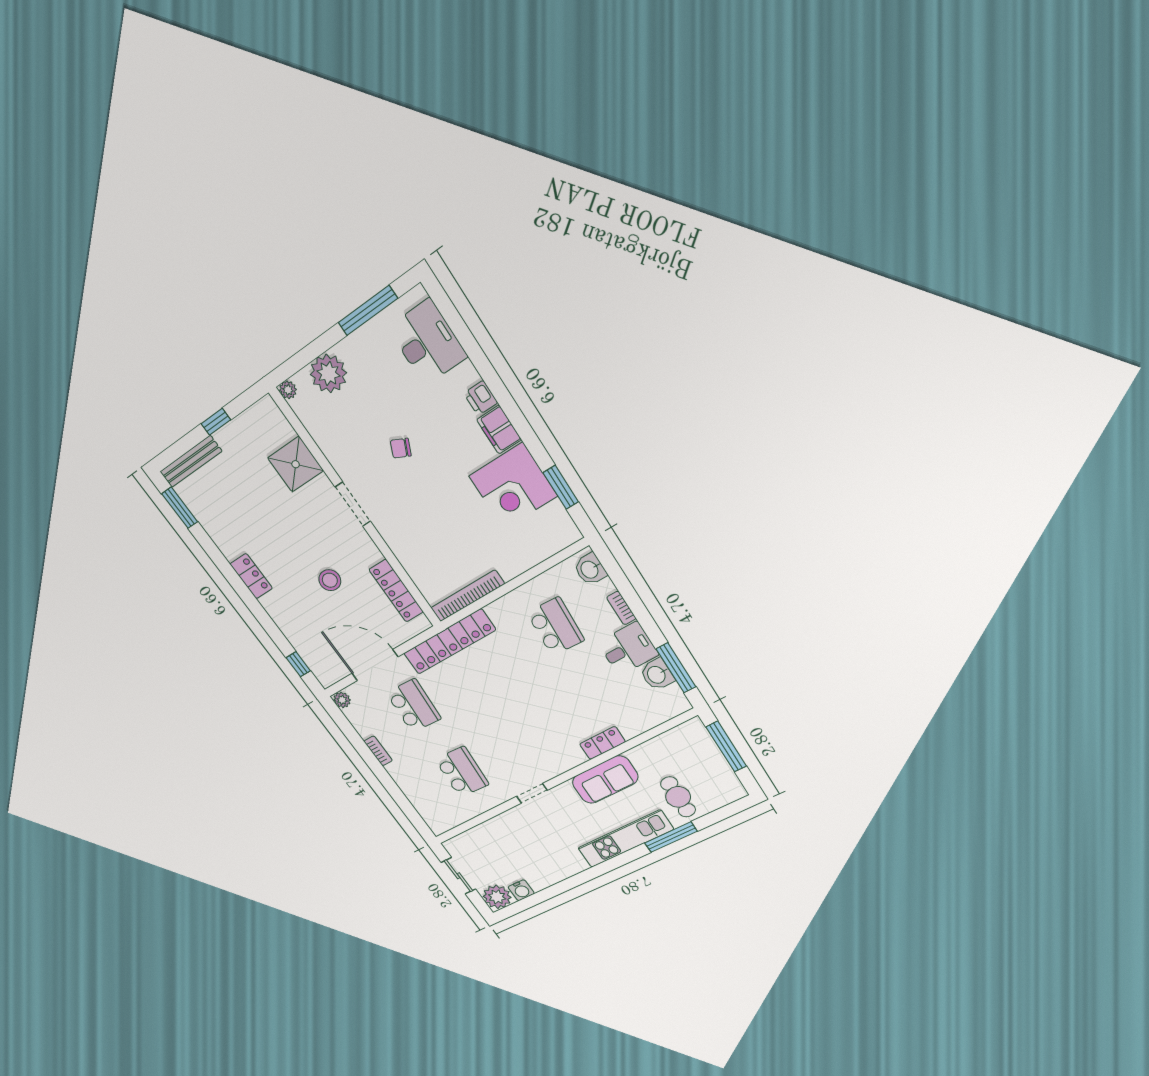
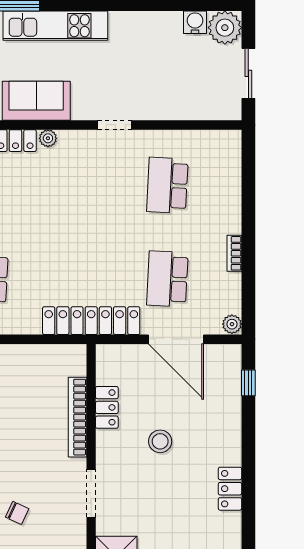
locker: (396, 591) -> (107, 407), width x0.66
bookcase: (468, 596) -> (77, 417), moved, turned 90
plant: (577, 758) -> (48, 138), added

